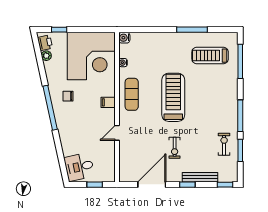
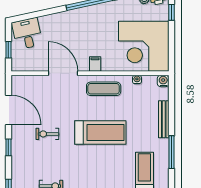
chair: (68, 96) -> (102, 22), removed
door: (117, 133) -> (63, 73), width x1.87
bench: (200, 177) -> (164, 119), moved

